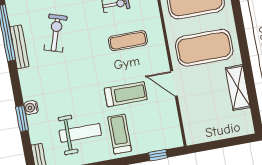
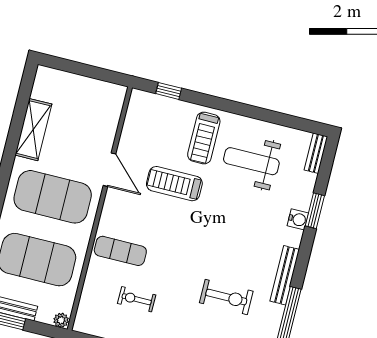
exercise bike: (56, 33) -> (226, 297), turned -108
exercise mat: (128, 41) -> (120, 251), moved
bench: (19, 47) -> (285, 275), moved

